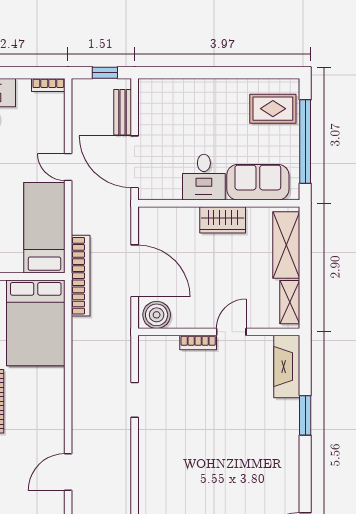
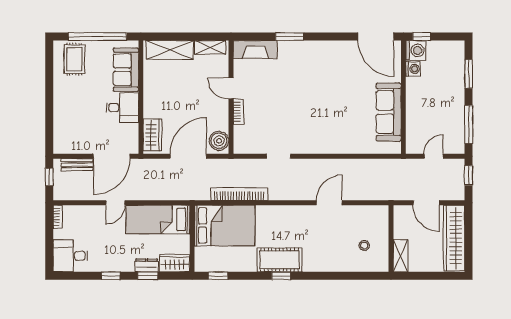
wardrobe: (223, 220) -> (152, 135), moved
bookcase: (81, 276) -> (239, 194), moved
door: (68, 472) -> (329, 203), swing flipped

